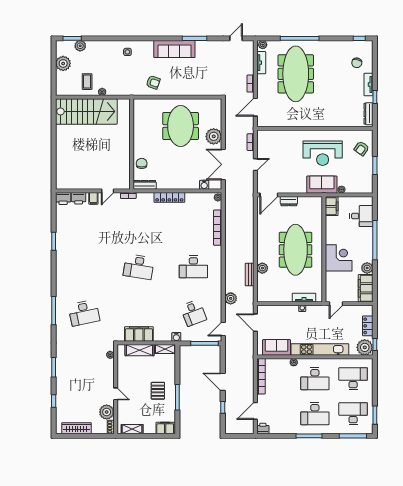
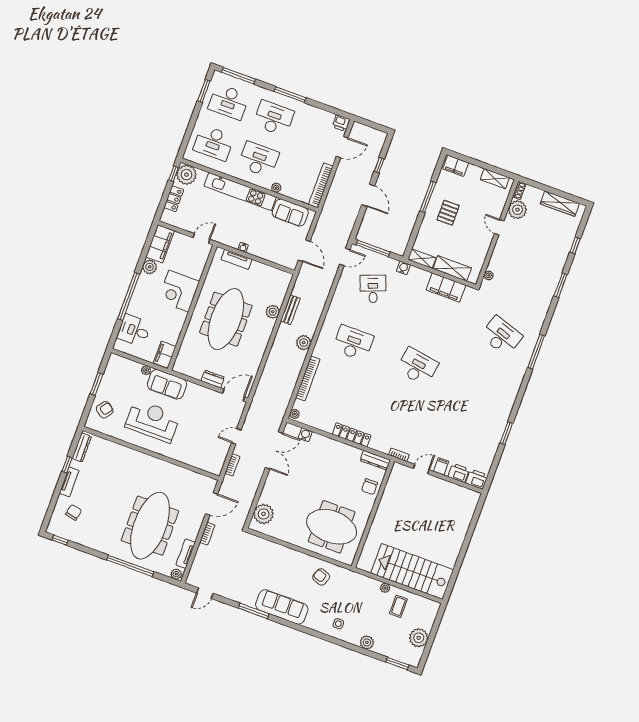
plant: (80, 46) -> (367, 642), moved
meeting table: (181, 126) -> (332, 527), moved, turned 90
plant: (214, 136) -> (264, 514), moved
plant: (231, 298) -> (304, 343), moved
desk: (84, 313) -> (501, 336), turned 30

